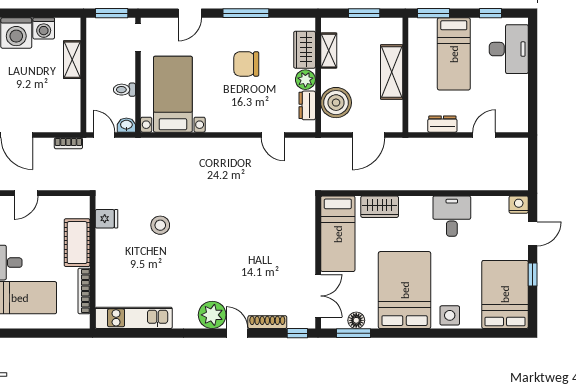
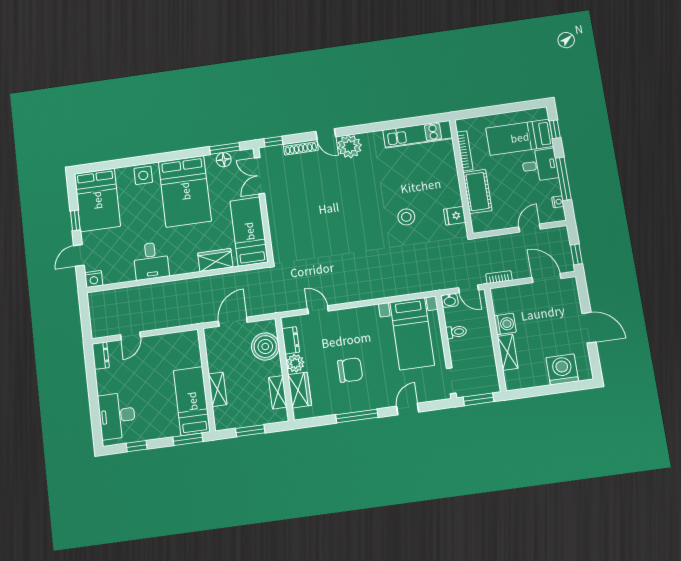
washing machine: (44, 28) -> (505, 324), moved, turned 90
bed: (454, 54) -> (192, 401), moved
shelving: (392, 72) -> (218, 389), width x0.67, depth x0.75
dresser: (442, 124) -> (101, 356), moved, turned -90

